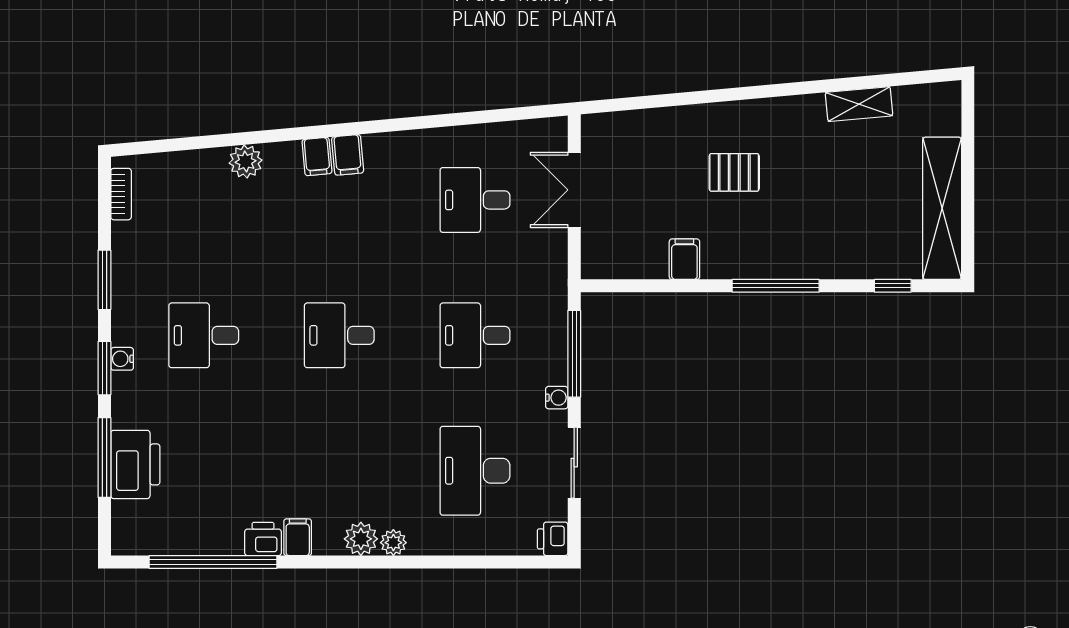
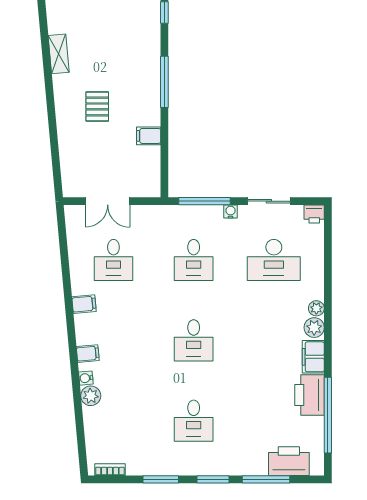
shelving: (859, 104) -> (59, 54), moved
filing cabinet: (348, 155) -> (84, 304), moved
water cooler: (122, 359) -> (86, 378), moved, turned 85
printer: (135, 464) -> (289, 461), moved
filing cabinet: (298, 537) -> (313, 357), width x2.00
printer: (263, 539) -> (310, 395), width x1.87, depth x1.48

